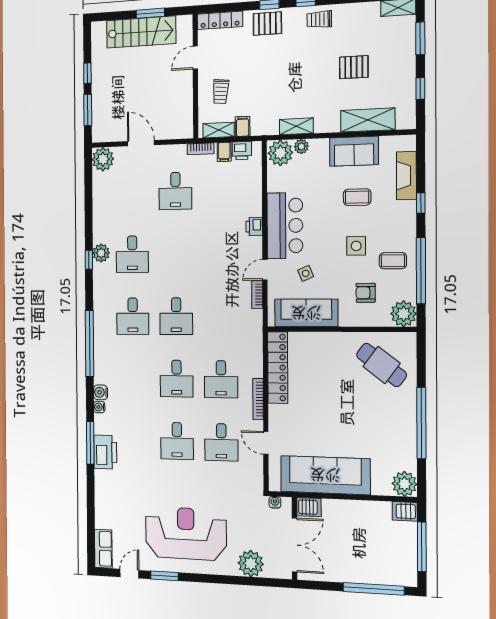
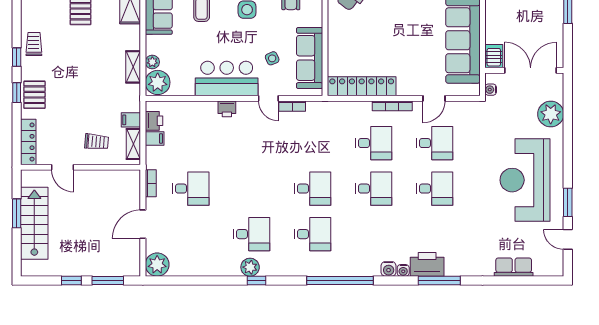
trolley: (319, 19) -> (34, 44), turned 180
bookcase: (201, 149) -> (151, 183), moved
printer: (105, 452) -> (427, 264), moved
row of seats: (103, 549) -> (514, 267), moved

